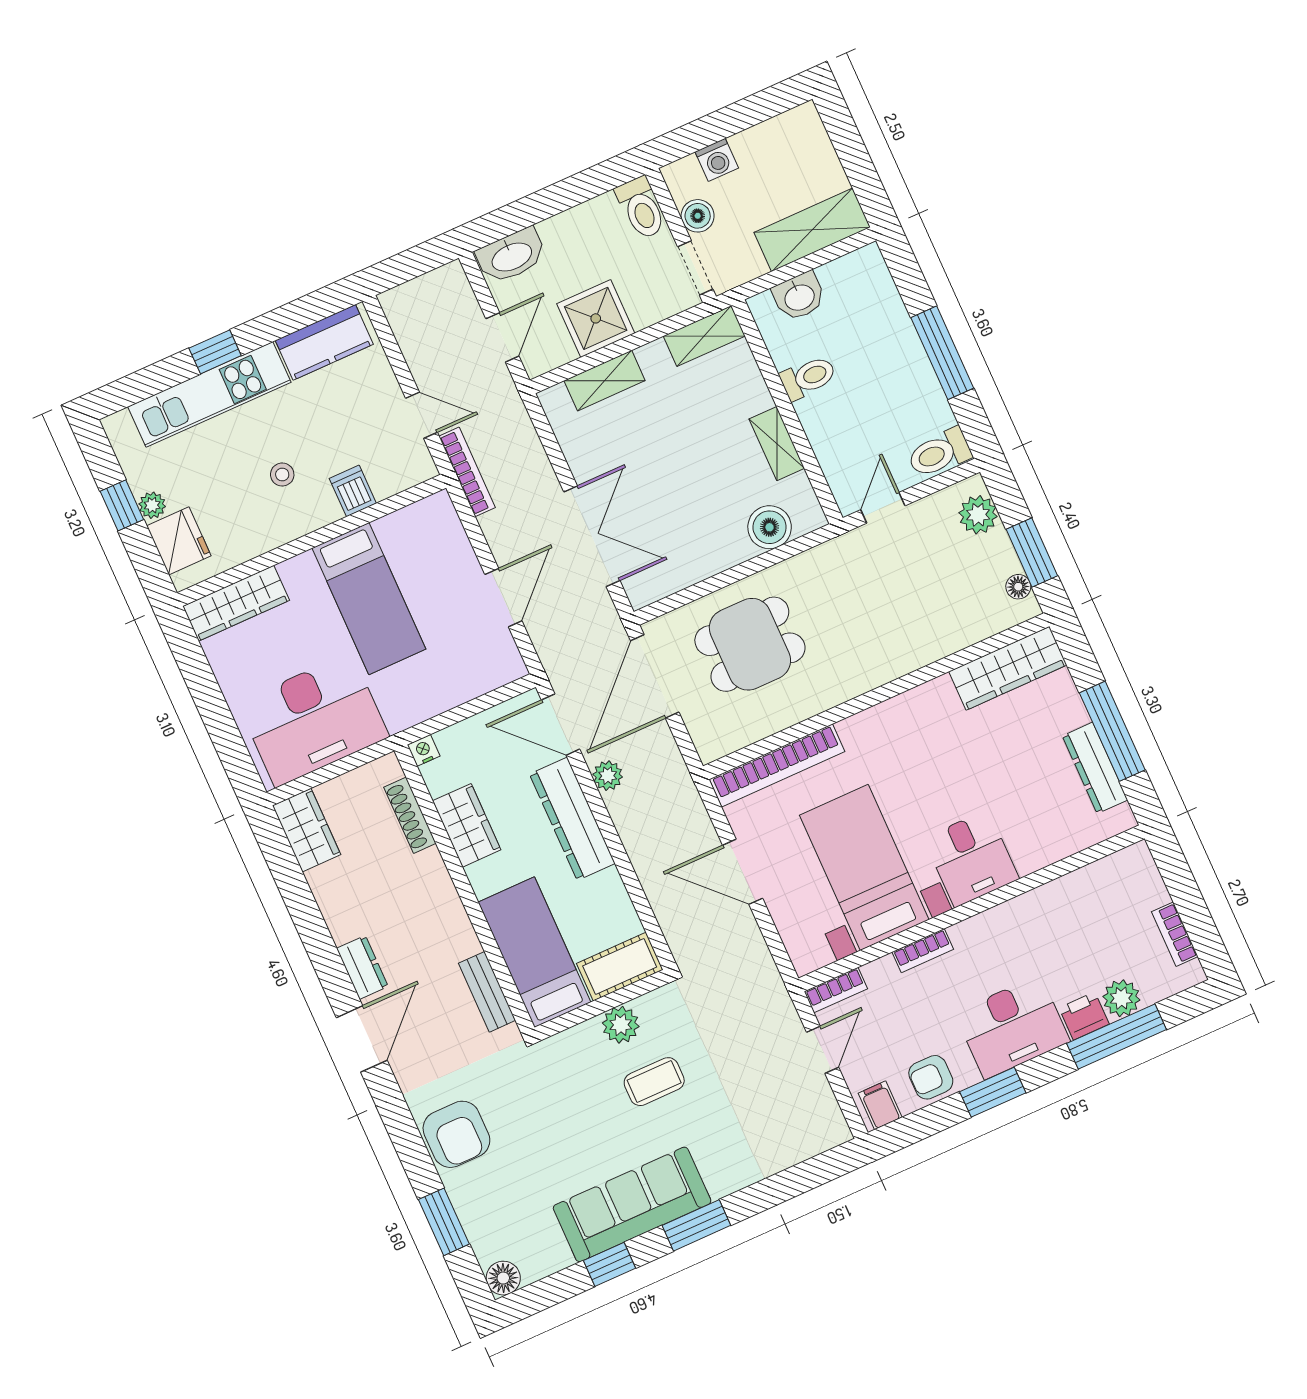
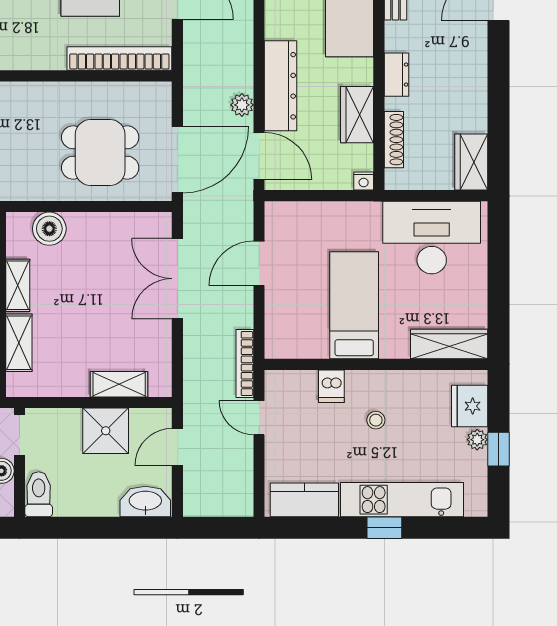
shelving: (704, 336) -> (19, 343), moved, turned 90
dresser: (362, 967) -> (396, 75), moved, turned 180

